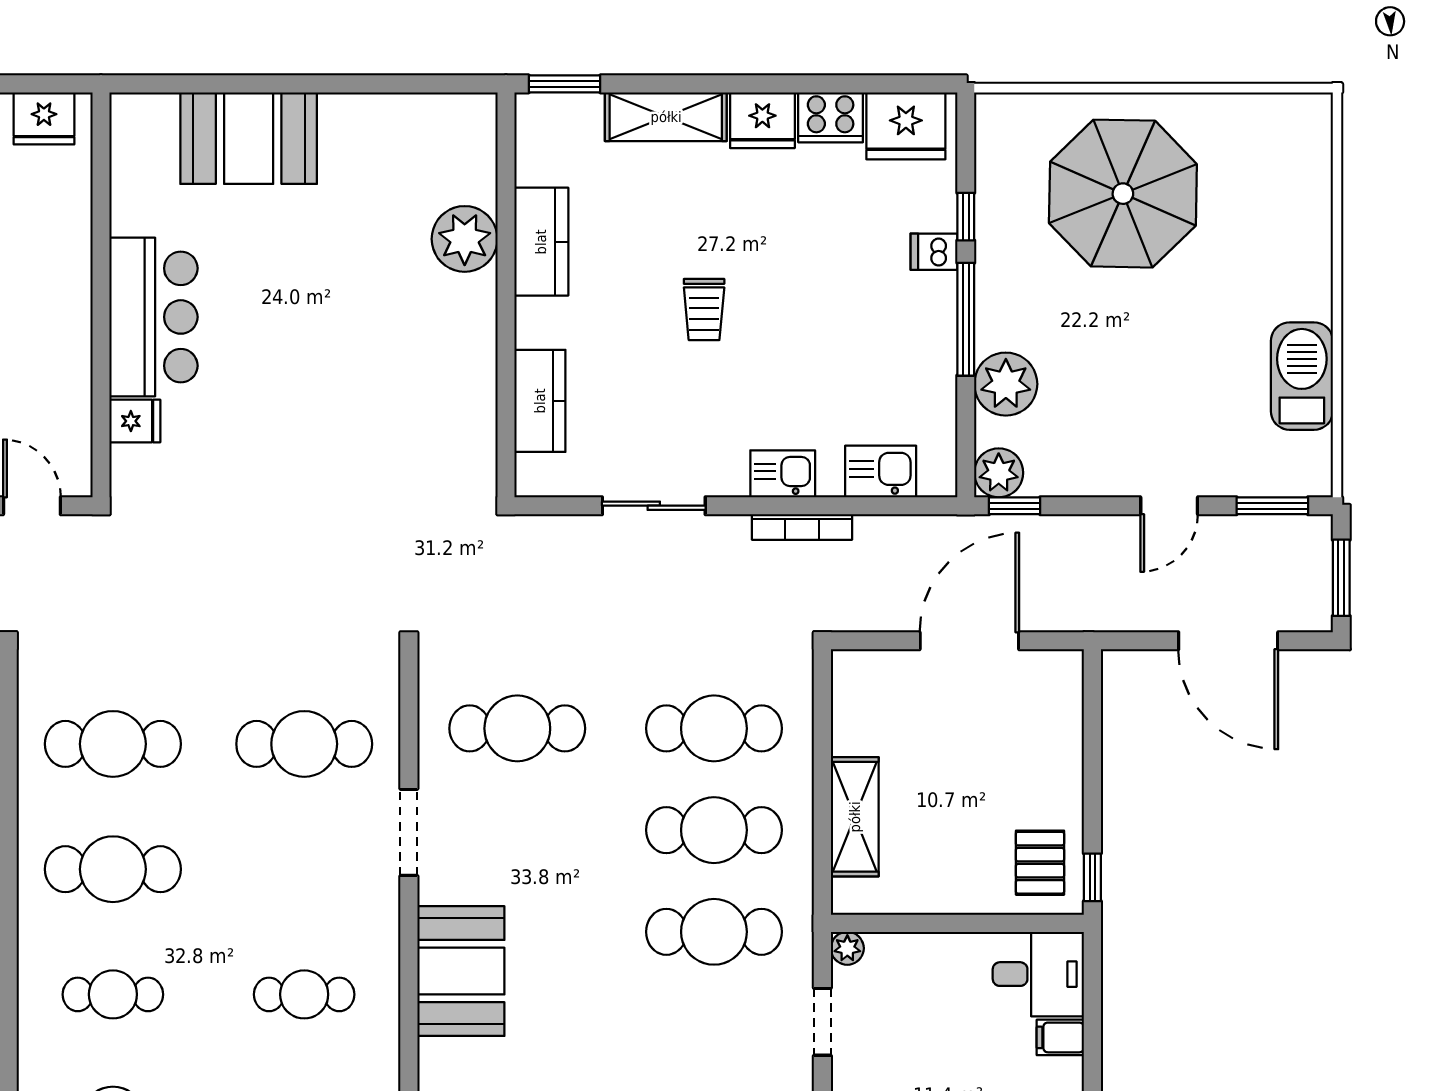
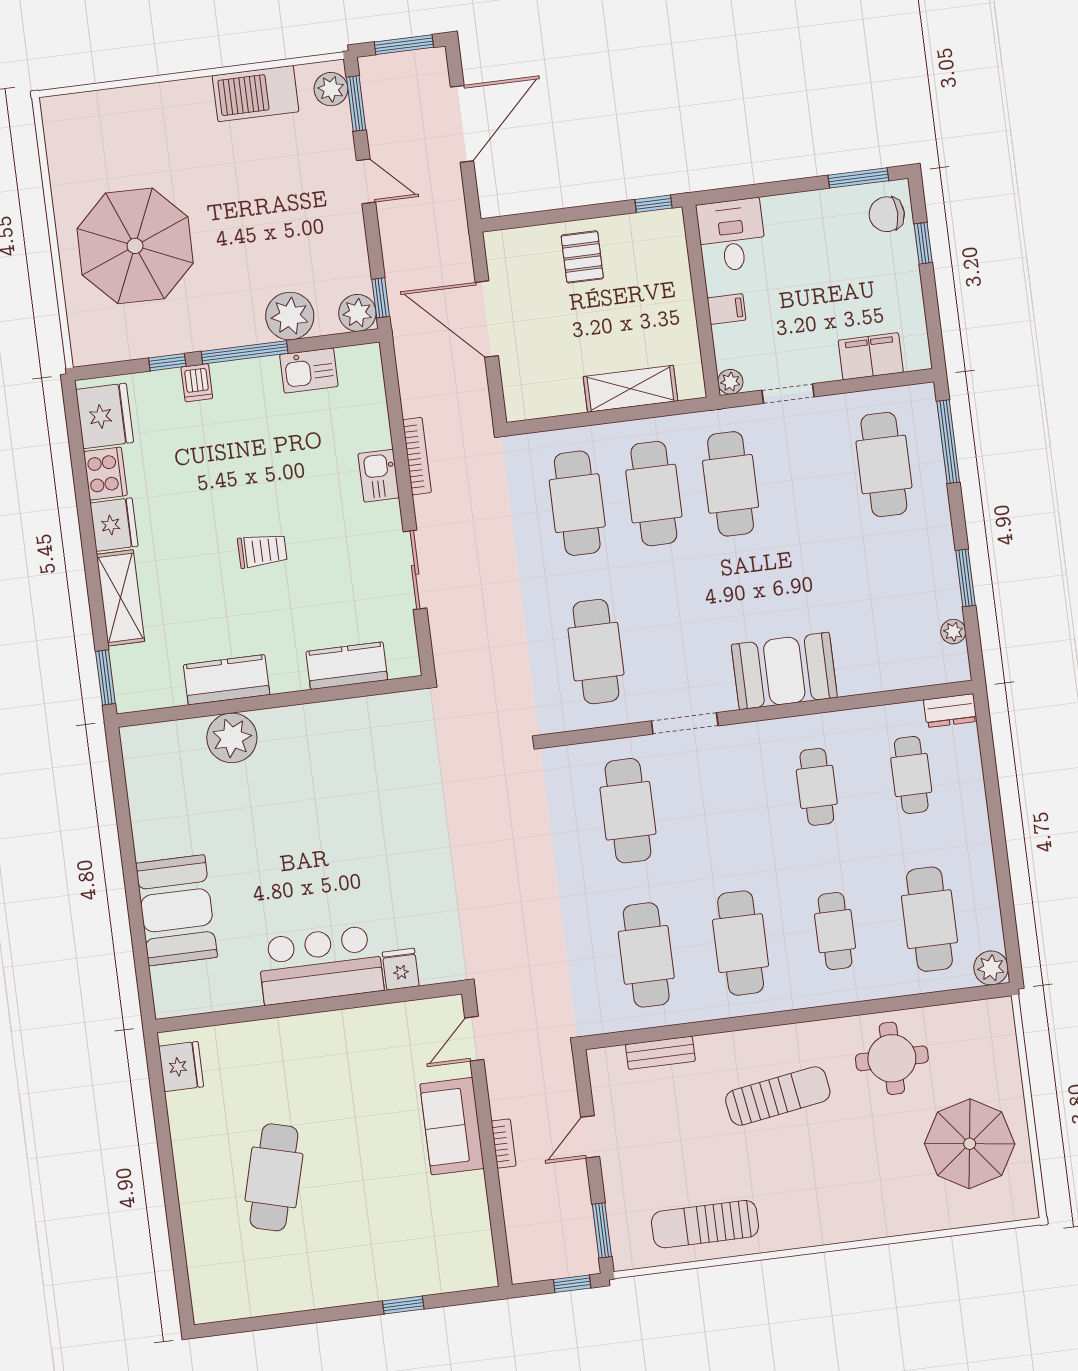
kitchen sink: (881, 471) -> (309, 370), moved, turned -90
plant: (1295, 475) -> (331, 89), added
pallet: (1040, 863) -> (582, 257), moved, turned 90
filing cabinet: (1060, 1037) -> (727, 309), moved, turned -90

